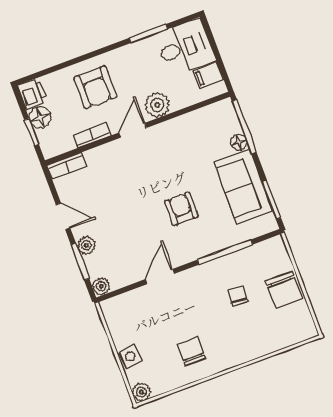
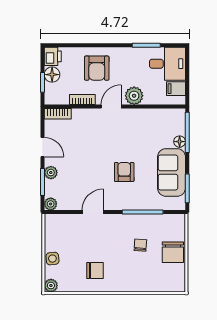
chair: (191, 351) -> (95, 271), turned 90

